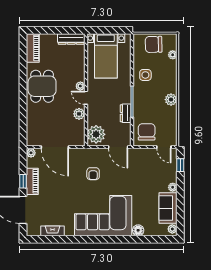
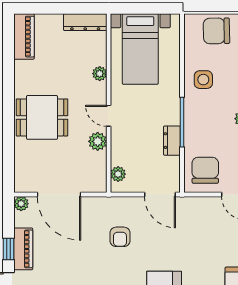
dining table: (42, 86) -> (42, 117), moved, turned 90
plant: (80, 86) -> (100, 74), moved
plant: (96, 134) -> (118, 174), width x0.53, depth x0.53

